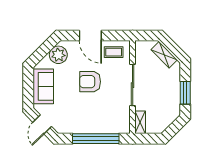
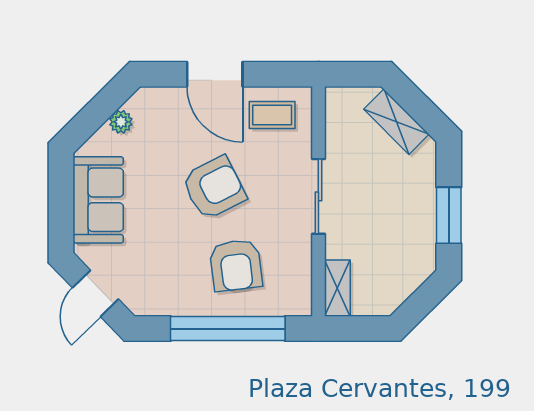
plant: (58, 55) -> (121, 122), width x0.53, depth x0.53
armchair: (90, 82) -> (214, 188), turned 153
sliding door: (133, 85) -> (318, 196), width x0.73
armchair: (99, 113) -> (236, 265), added

